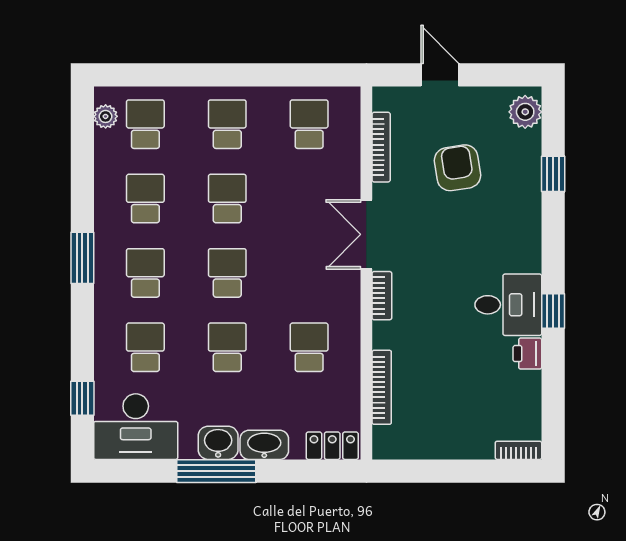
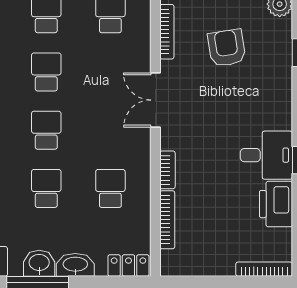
bookcase: (382, 296) -> (167, 170), moved
printer: (527, 354) -> (276, 204), width x1.87, depth x1.48
bookcase: (518, 450) -> (264, 269), width x1.56

